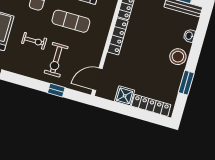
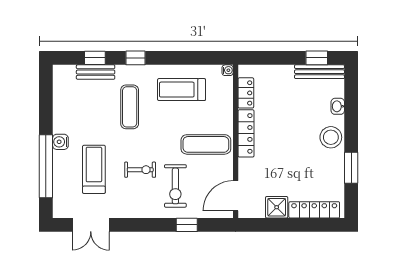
exercise mat: (71, 21) -> (206, 144), moved

